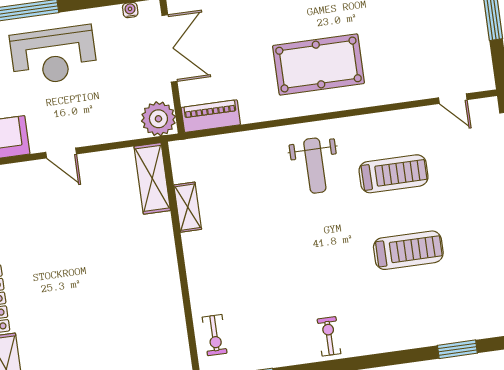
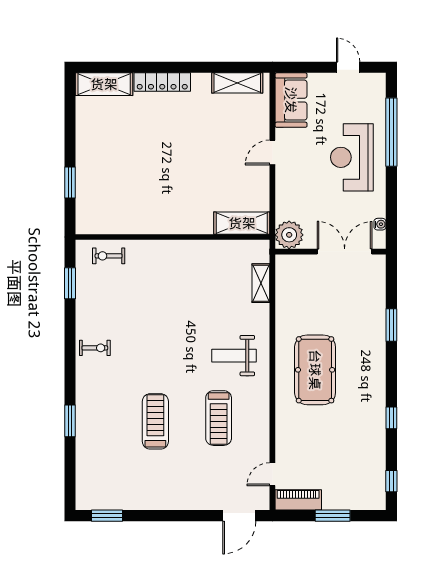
double door: (169, 48) -> (345, 252), swing flipped
piano: (211, 116) -> (298, 500), moved, turned -90
shelving: (188, 207) -> (261, 283), moved, turned 90
treadmill: (408, 250) -> (155, 421), turned 180
window: (457, 349) -> (70, 421), moved

